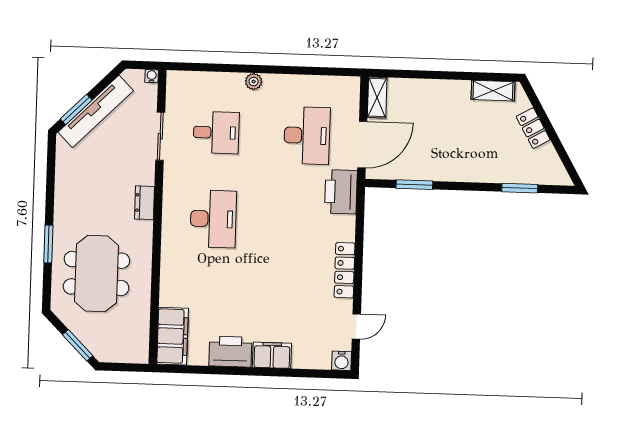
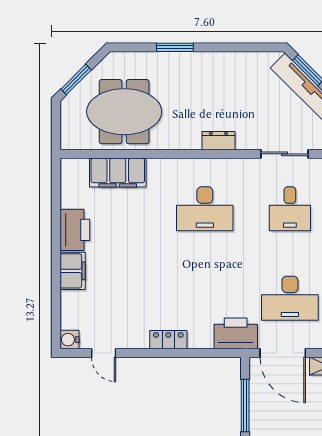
window: (414, 185) -> (245, 405), width x1.44
locker: (345, 270) -> (168, 340), width x0.66
meeting table: (96, 274) -> (124, 112), moved
filing cabinet: (173, 336) -> (118, 172), moved

